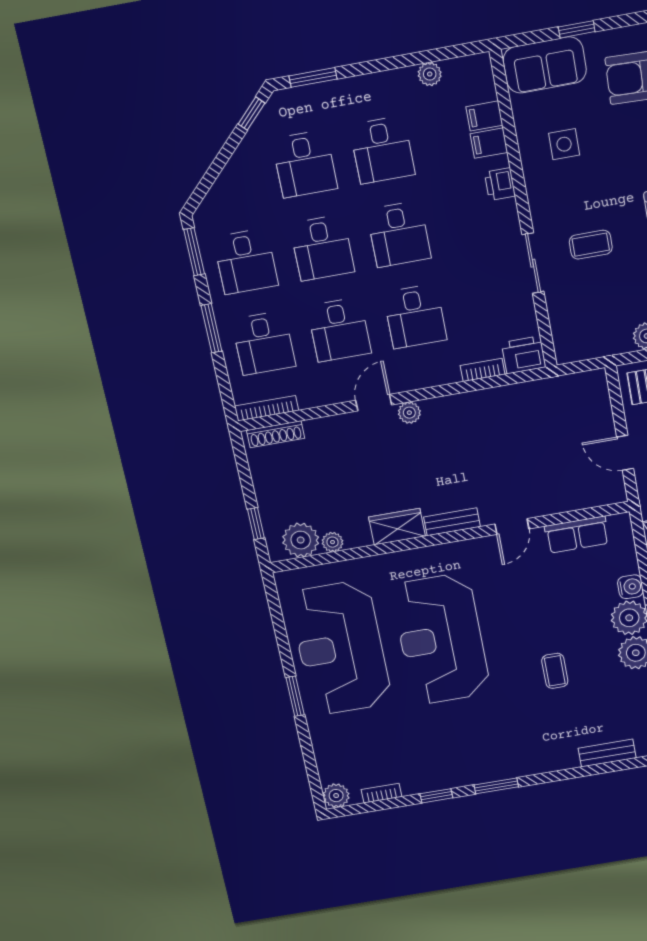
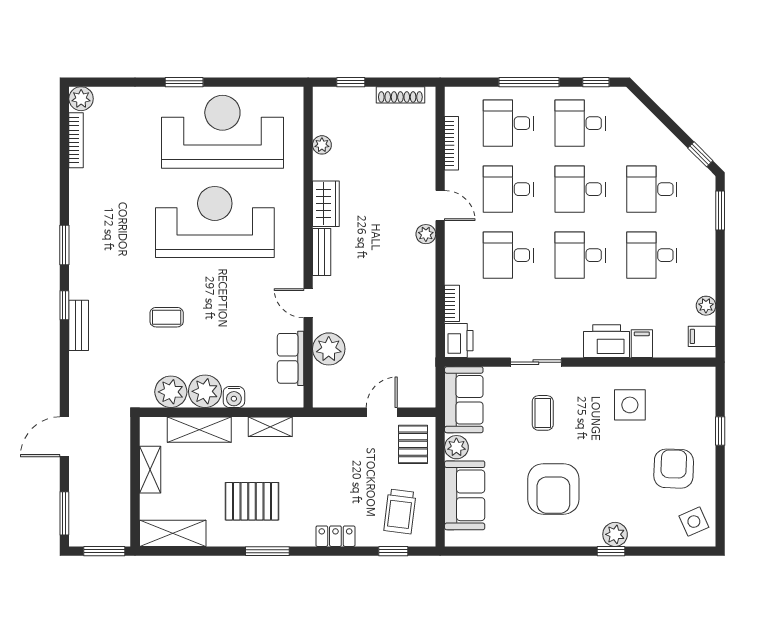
sofa: (545, 65) -> (464, 400), moved, turned 180
filing cabinet: (484, 116) -> (702, 336), moved, turned -90
side table: (564, 144) -> (630, 405), width x1.37, depth x1.37
printer: (500, 184) -> (607, 341), width x1.87, depth x1.48
window: (194, 252) -> (596, 82), width x0.67
window: (211, 328) -> (529, 82), width x1.44
bookcase: (267, 408) -> (452, 143), moved
shoe rack: (276, 434) -> (400, 95), moved, turned -90
door: (625, 453) -> (382, 412), moved
plant: (301, 540) -> (329, 349), moved
bench: (607, 753) -> (79, 325), moved
bookcase: (382, 793) -> (76, 140), width x1.56
window: (436, 796) -> (64, 305), moved

